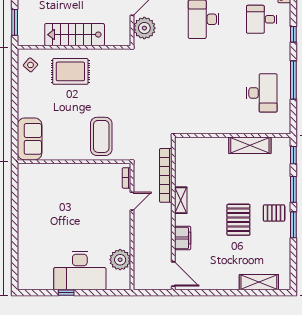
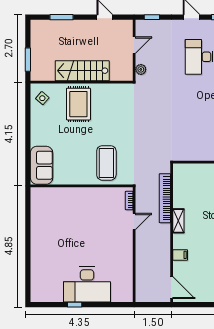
plant: (144, 28) -> (141, 69), width x0.53, depth x0.53
rug: (70, 71) -> (78, 104), turned 90
filing cabinet: (183, 238) -> (180, 255), width x0.50
plant: (120, 260) -> (123, 275), removed

